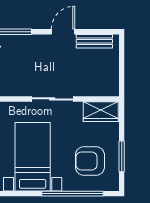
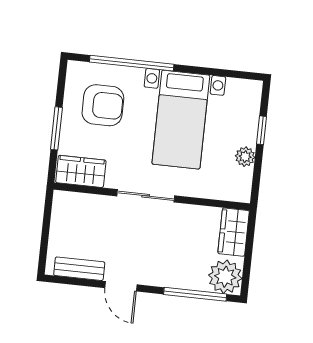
door: (63, 32) -> (121, 286), hinge flipped
window: (122, 156) -> (56, 128), moved

